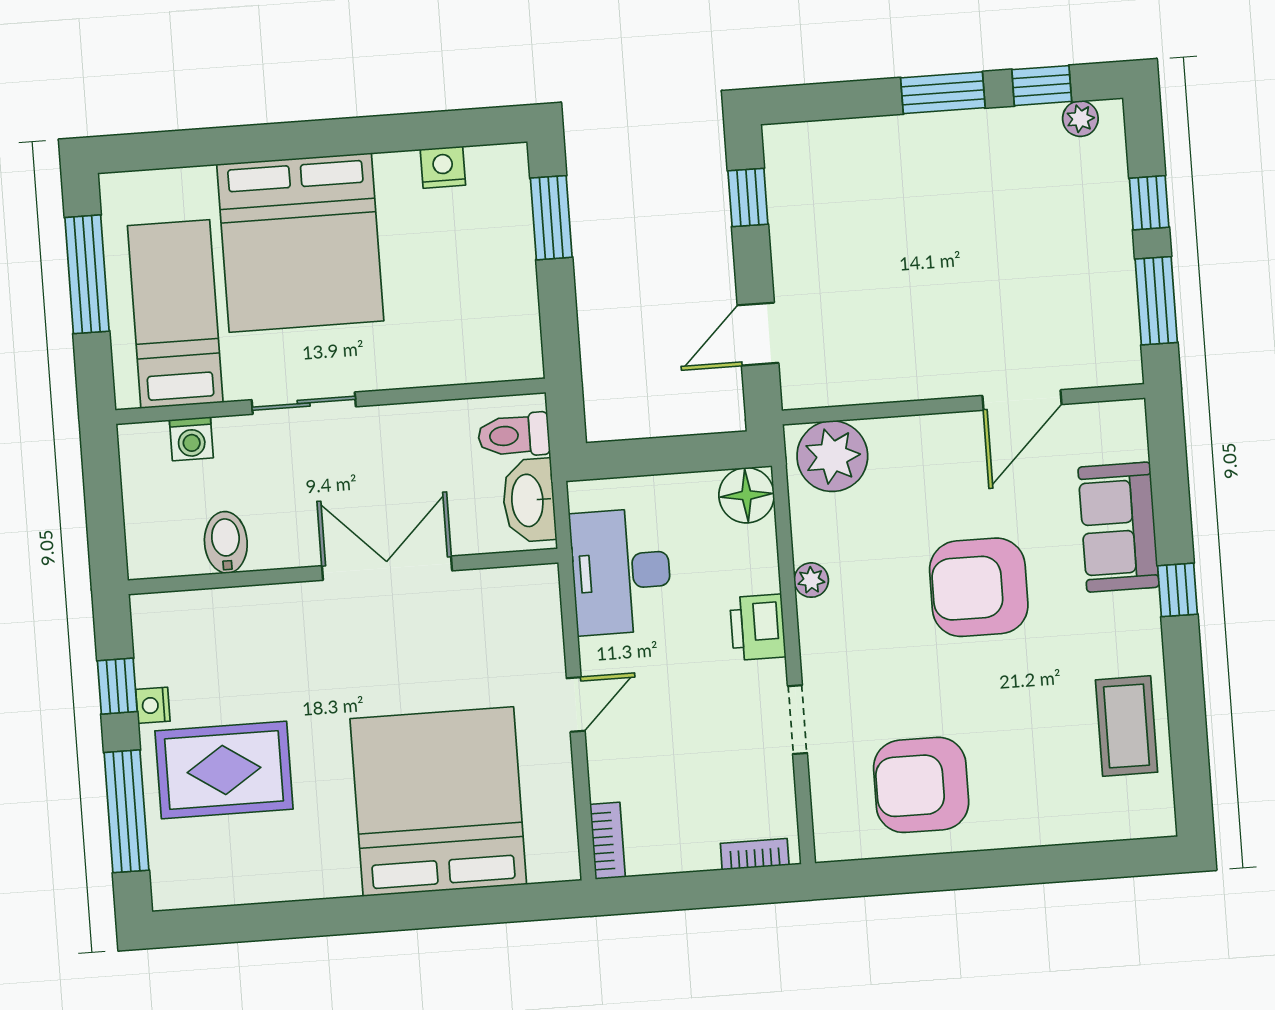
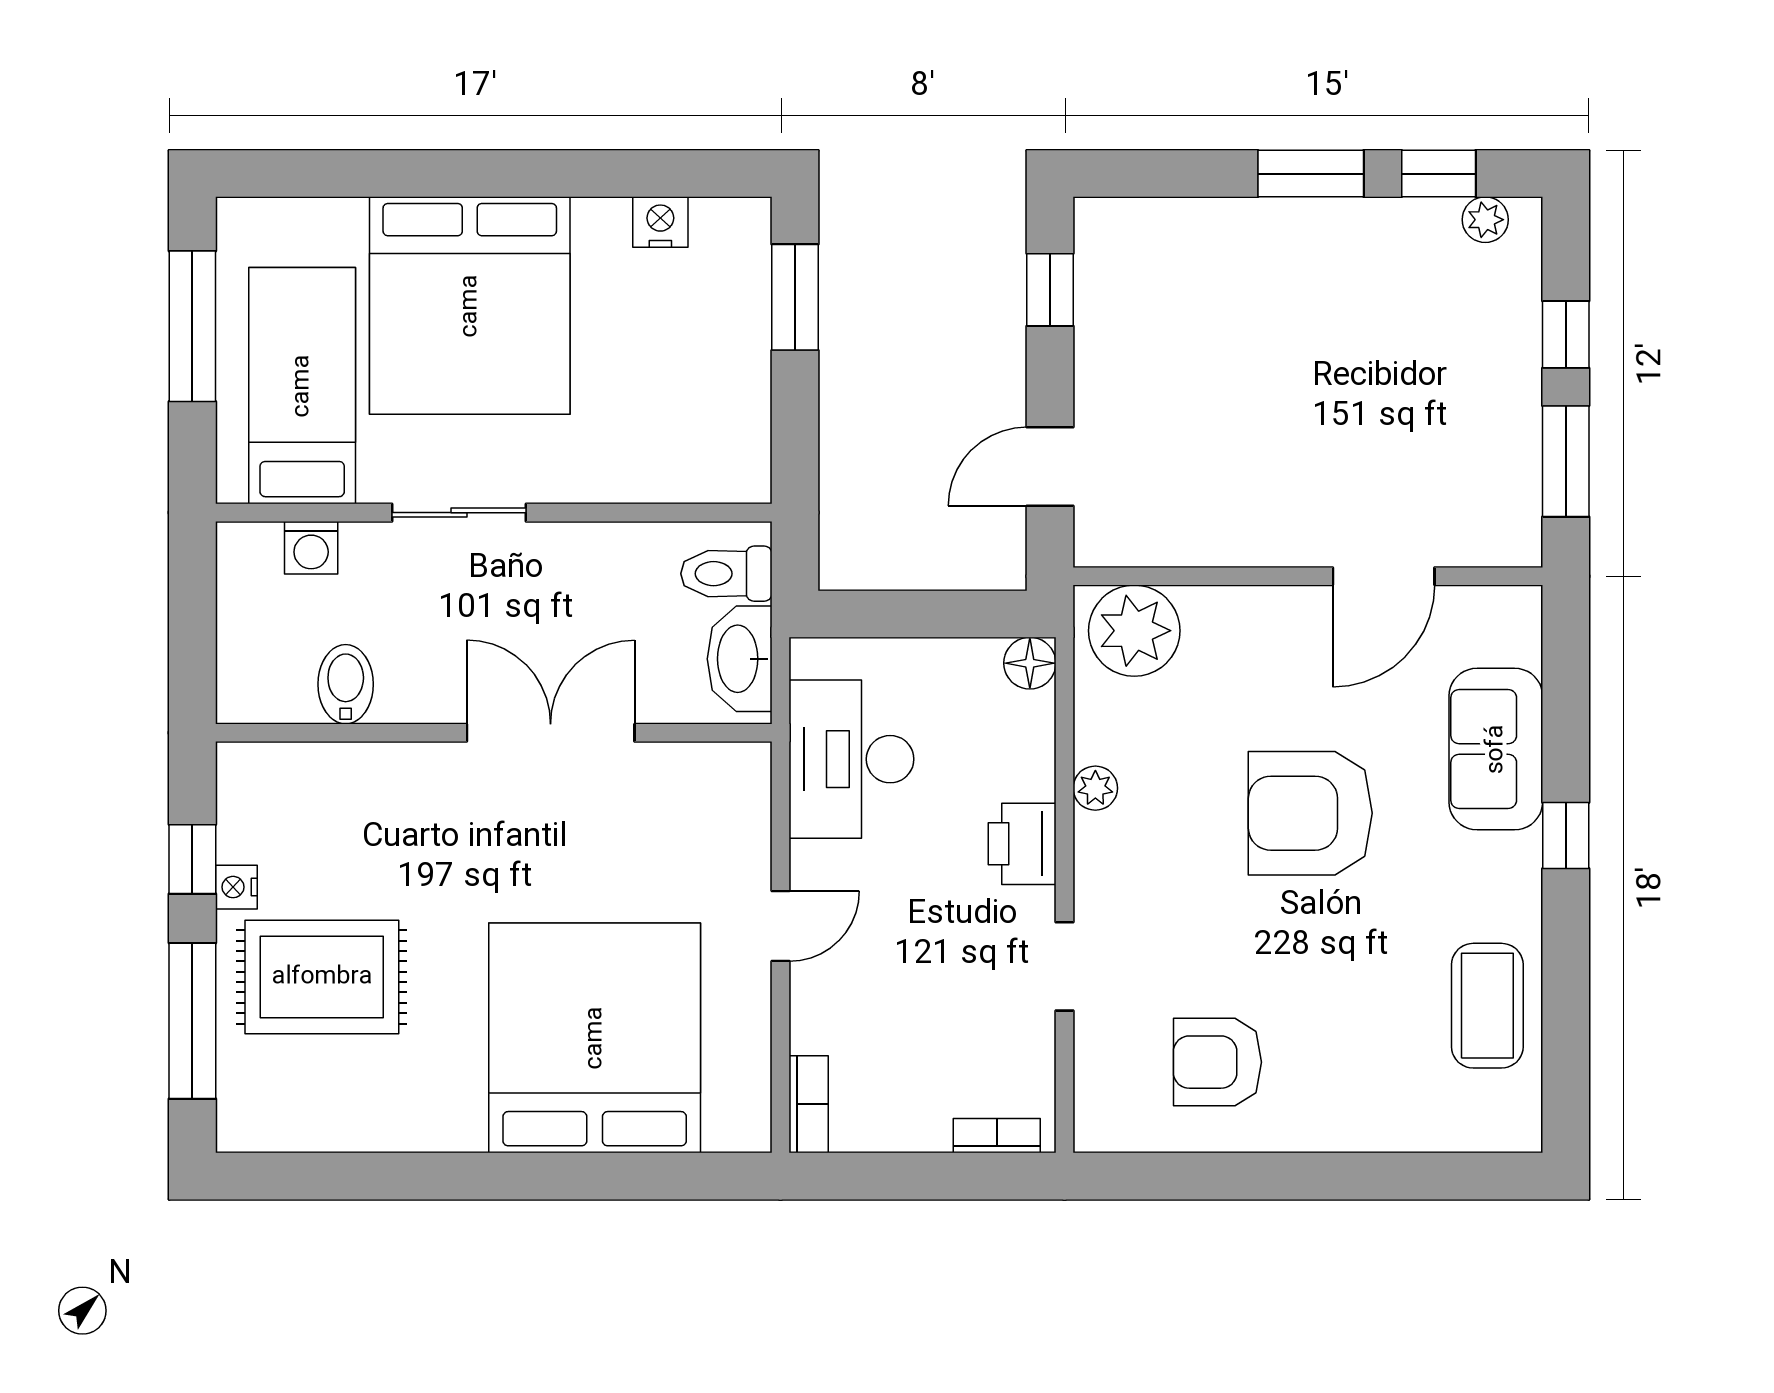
floor lamp: (746, 495) -> (1030, 663), width x0.73, depth x0.73
armchair: (921, 785) -> (1217, 1062), width x0.73, depth x0.73

